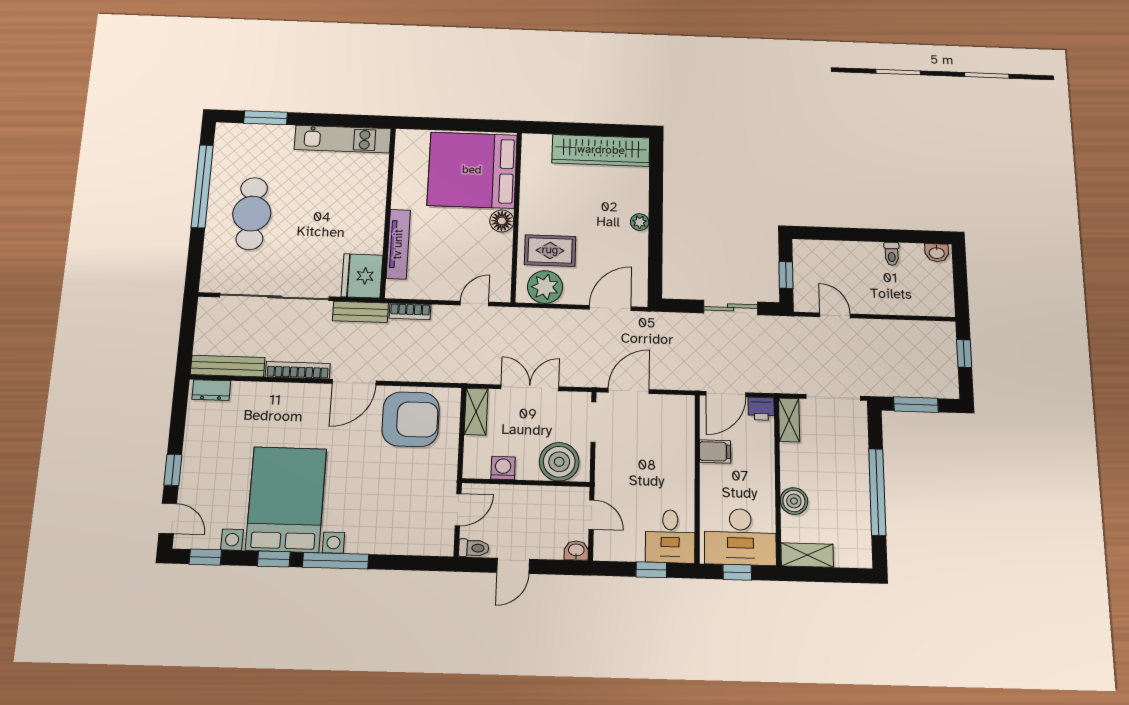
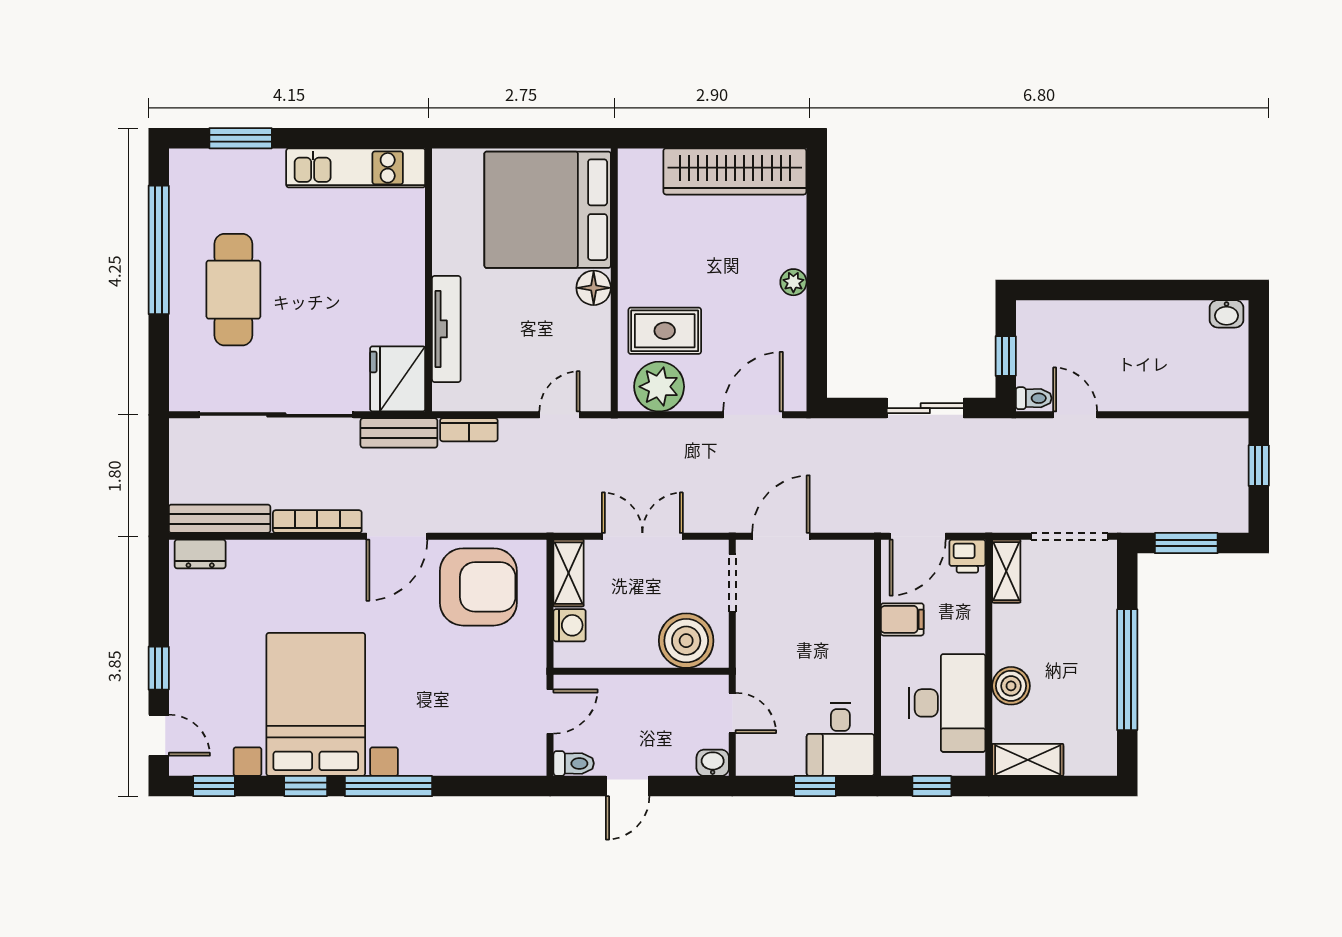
toilet: (892, 254) -> (1034, 398), moved, turned -90
washing machine: (503, 468) -> (570, 625), moved, turned 90
desk: (740, 537) -> (947, 703), moved, turned -90

